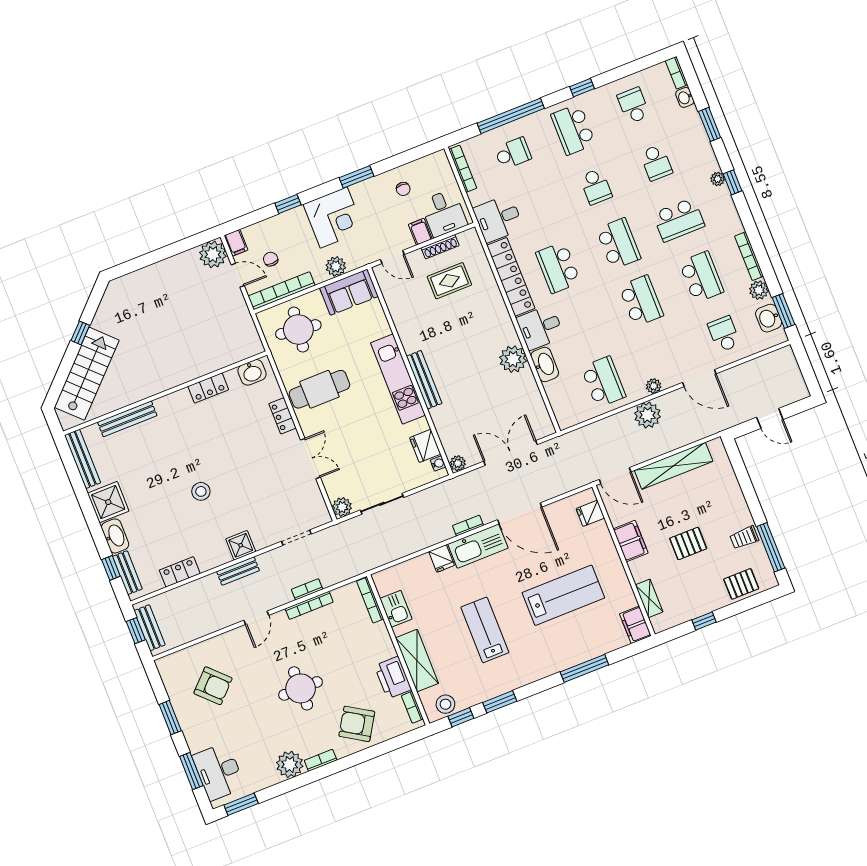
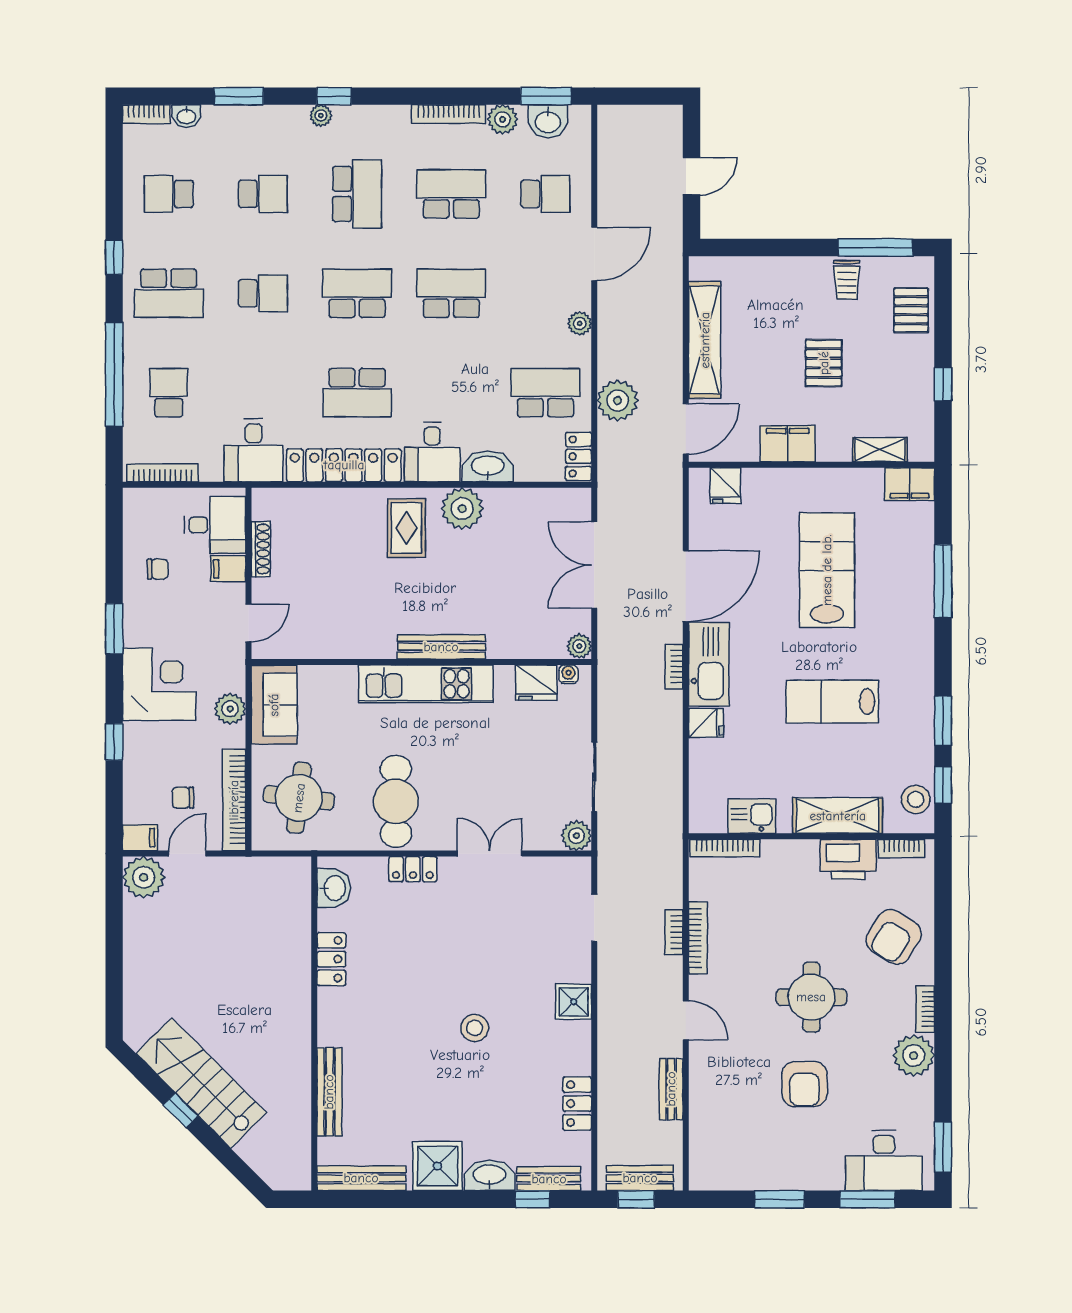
rug: (449, 281) -> (406, 528), moved
school desk: (724, 334) -> (545, 194), turned 180
stairs: (87, 374) -> (201, 1083), moved
plant: (647, 415) -> (618, 401), moved
locker: (573, 417) -> (579, 456), added
bench: (238, 571) -> (671, 1089), moved
armchair: (213, 686) -> (804, 1084), moved, turned 135

